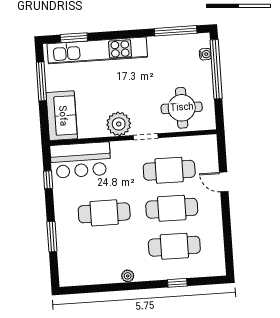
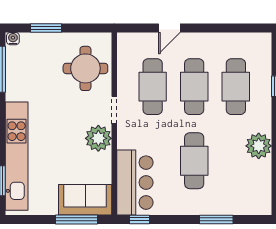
water cooler: (205, 54) -> (13, 39), moved
window: (216, 69) -> (46, 28), width x0.47
window: (41, 81) -> (76, 219), moved
window: (48, 180) -> (140, 219), moved
plant: (128, 276) -> (259, 146), width x1.88, depth x1.88

